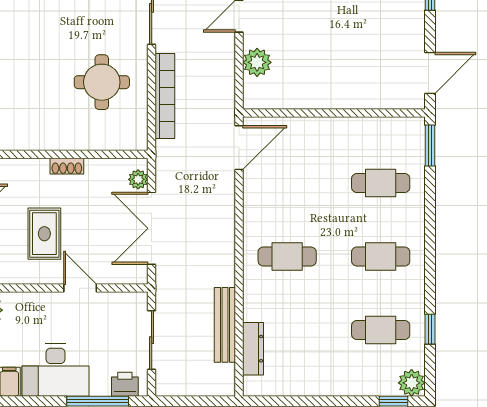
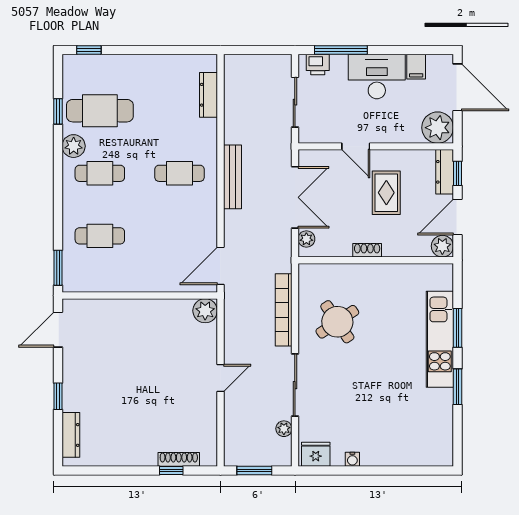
plant: (257, 62) -> (205, 311), moved
round table: (102, 82) -> (337, 322), turned -34
bench: (225, 325) -> (232, 177), moved
cafe table: (381, 330) -> (100, 111), width x1.37, depth x1.35
plant: (412, 383) -> (74, 146), moved

